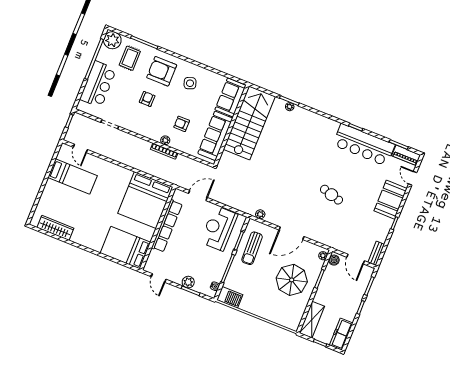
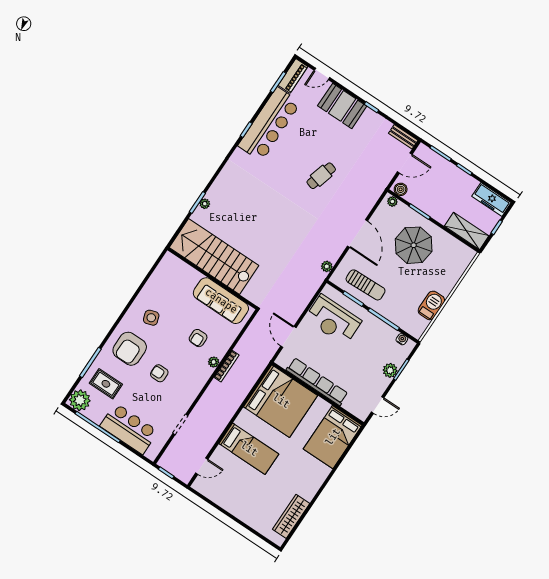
sofa: (230, 98) -> (179, 273), removed
bed: (73, 177) -> (249, 449), moved, turned 90
barbecue: (230, 297) -> (431, 305), moved

